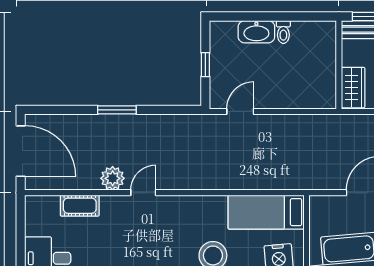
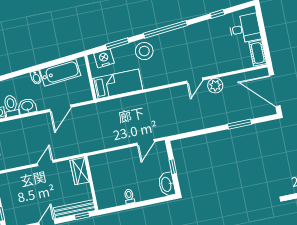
washbasin: (256, 32) -> (167, 184), moved, turned -90
window: (117, 110) -> (240, 124), moved
cot: (80, 206) -> (258, 53), moved, turned 90

